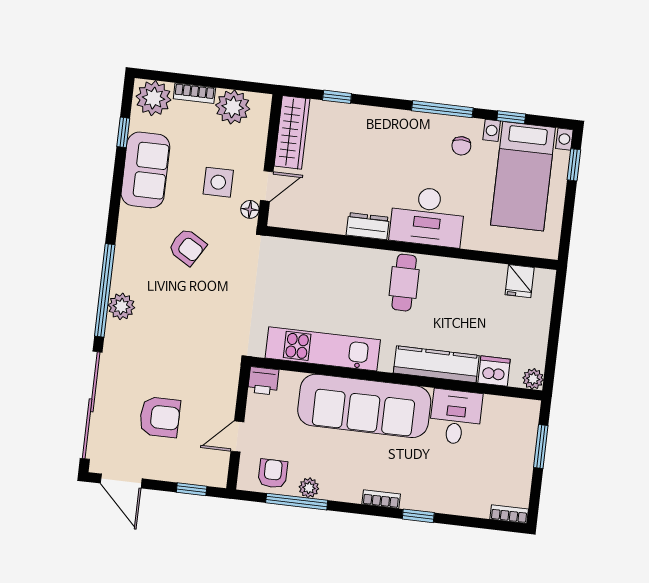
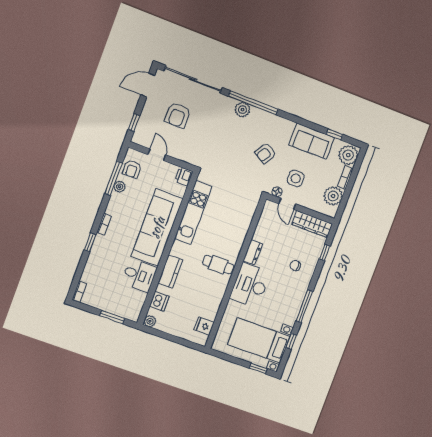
chair: (461, 146) -> (295, 266), moved
kitchen counter: (436, 364) -> (170, 271), width x0.67
armchair: (273, 474) -> (132, 169), turned 90

